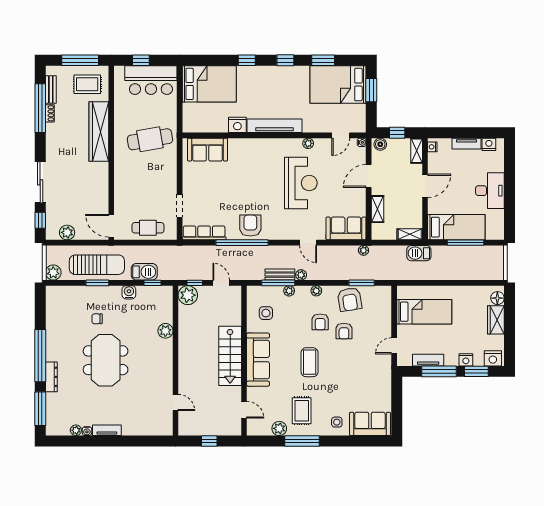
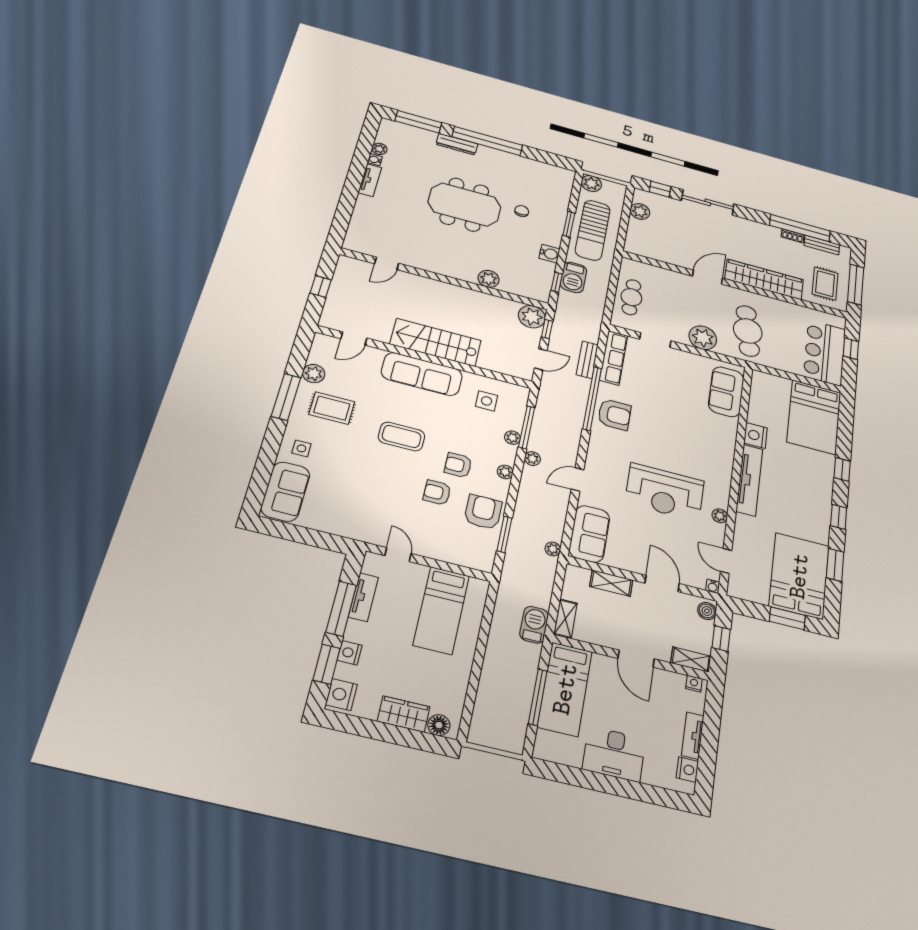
plant: (167, 172) -> (703, 338), added
door: (111, 226) -> (708, 277), moved
bench: (280, 275) -> (587, 360), moved
armchair: (350, 299) -> (483, 512), turned 99

